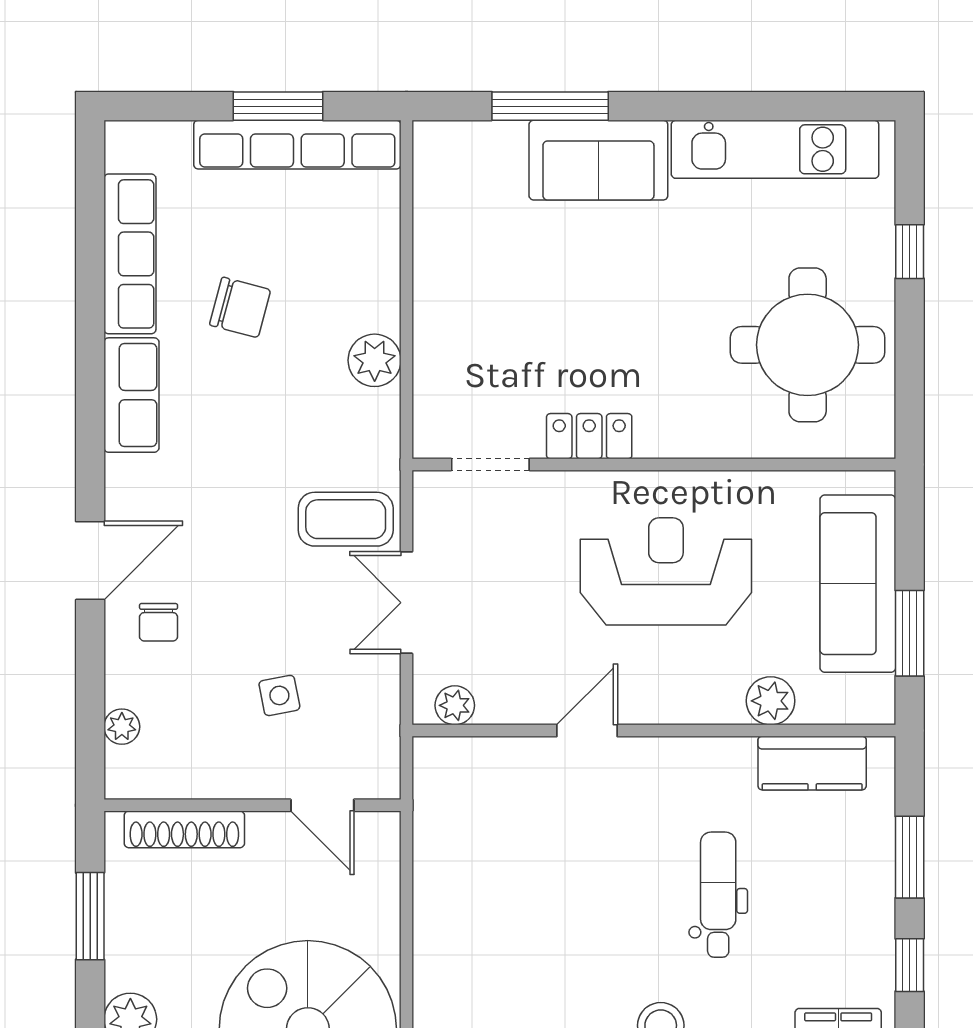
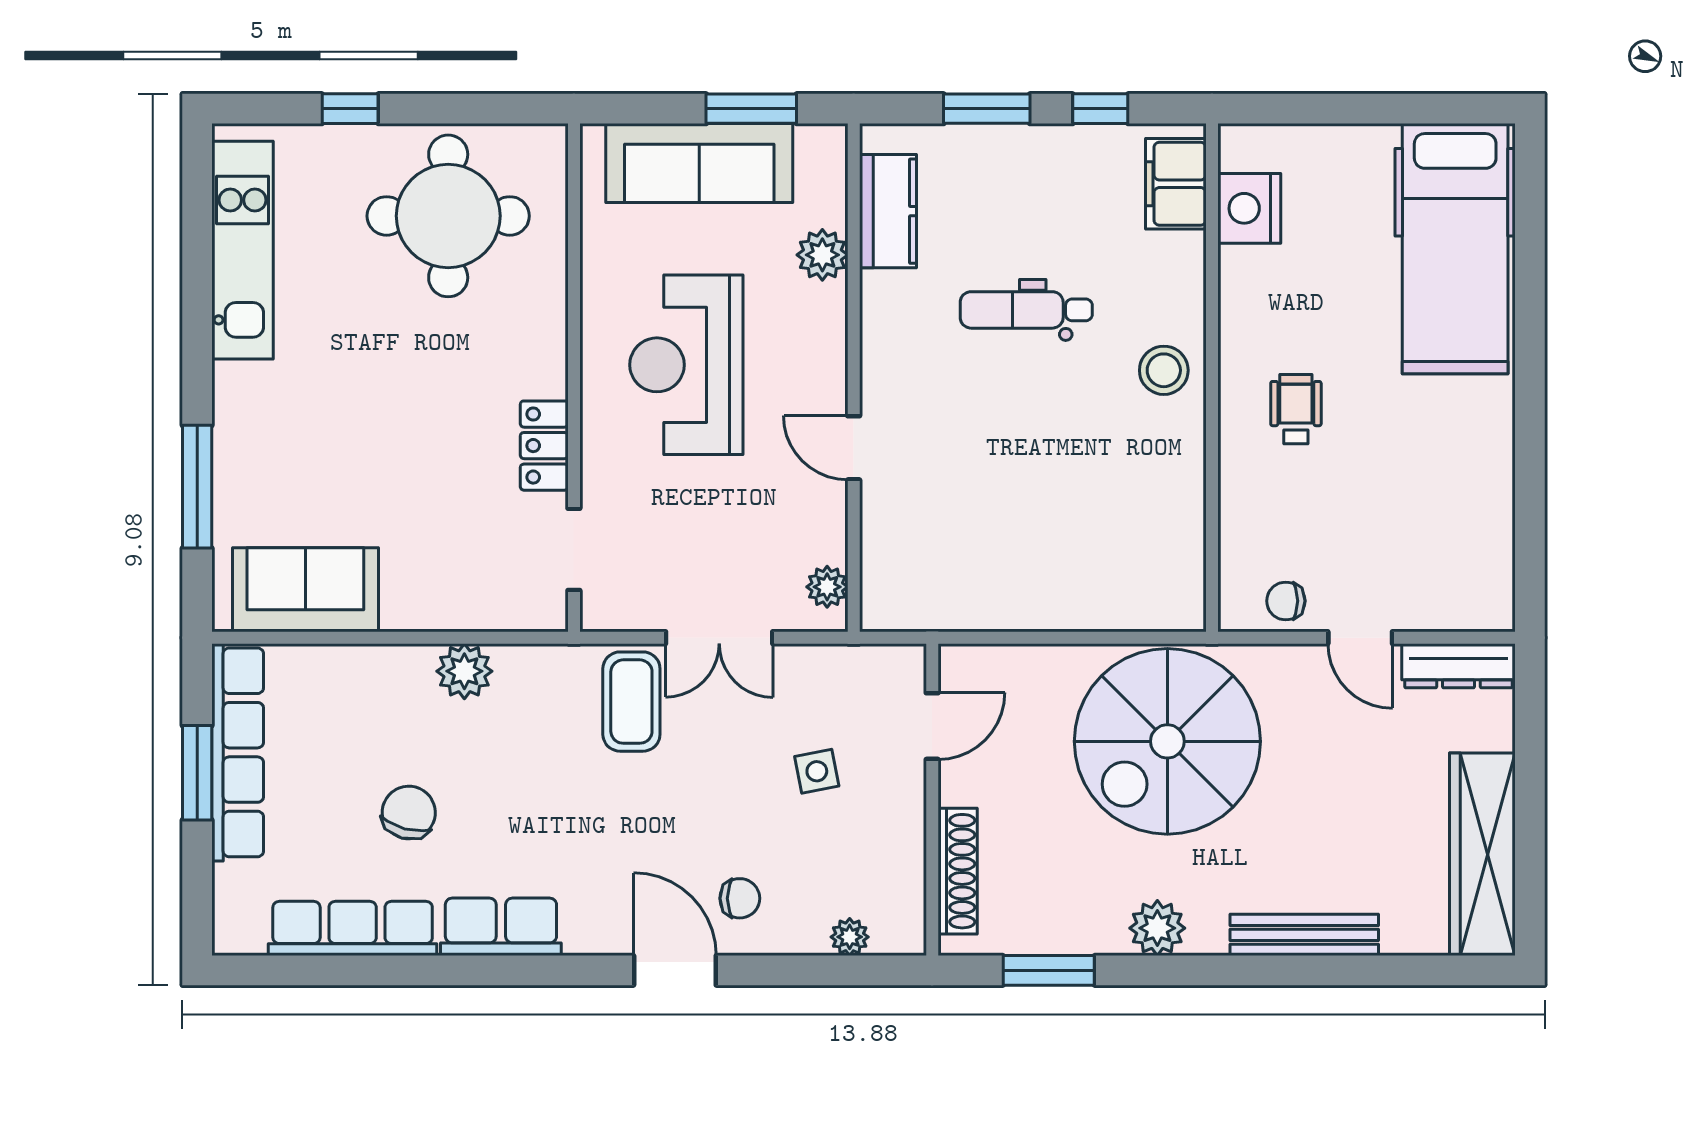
sofa: (598, 160) -> (305, 590), moved, turned -90

